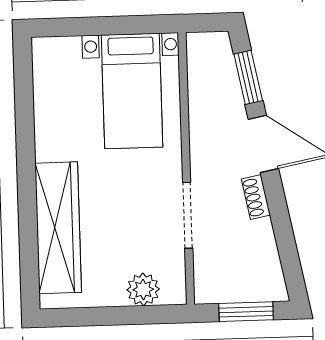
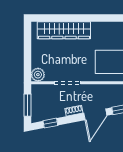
window: (288, 254) -> (50, 123), added
plant: (143, 289) -> (38, 75), moved

